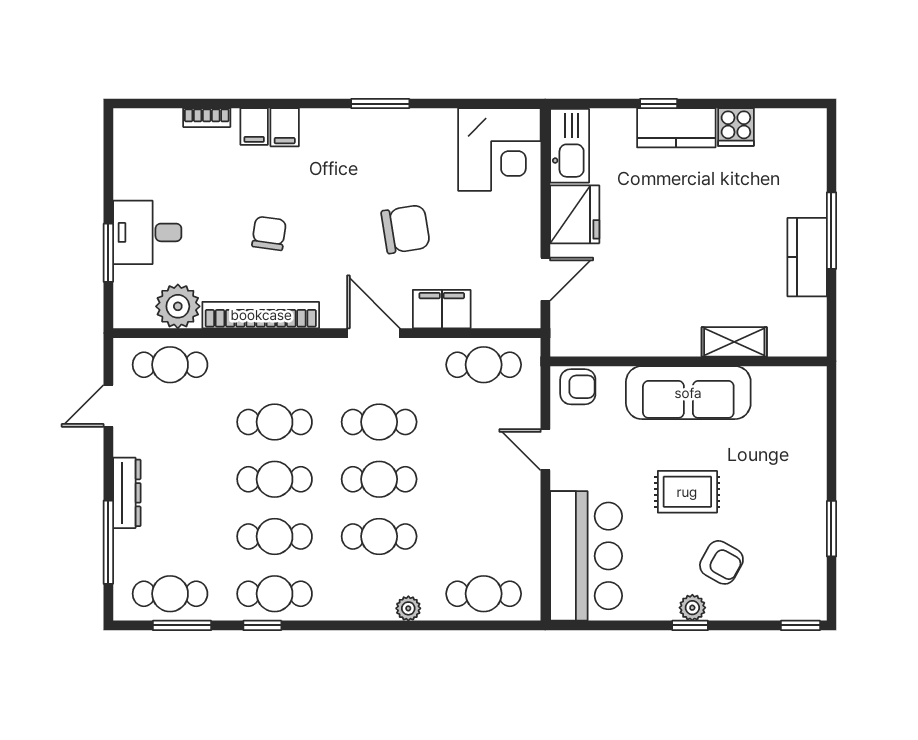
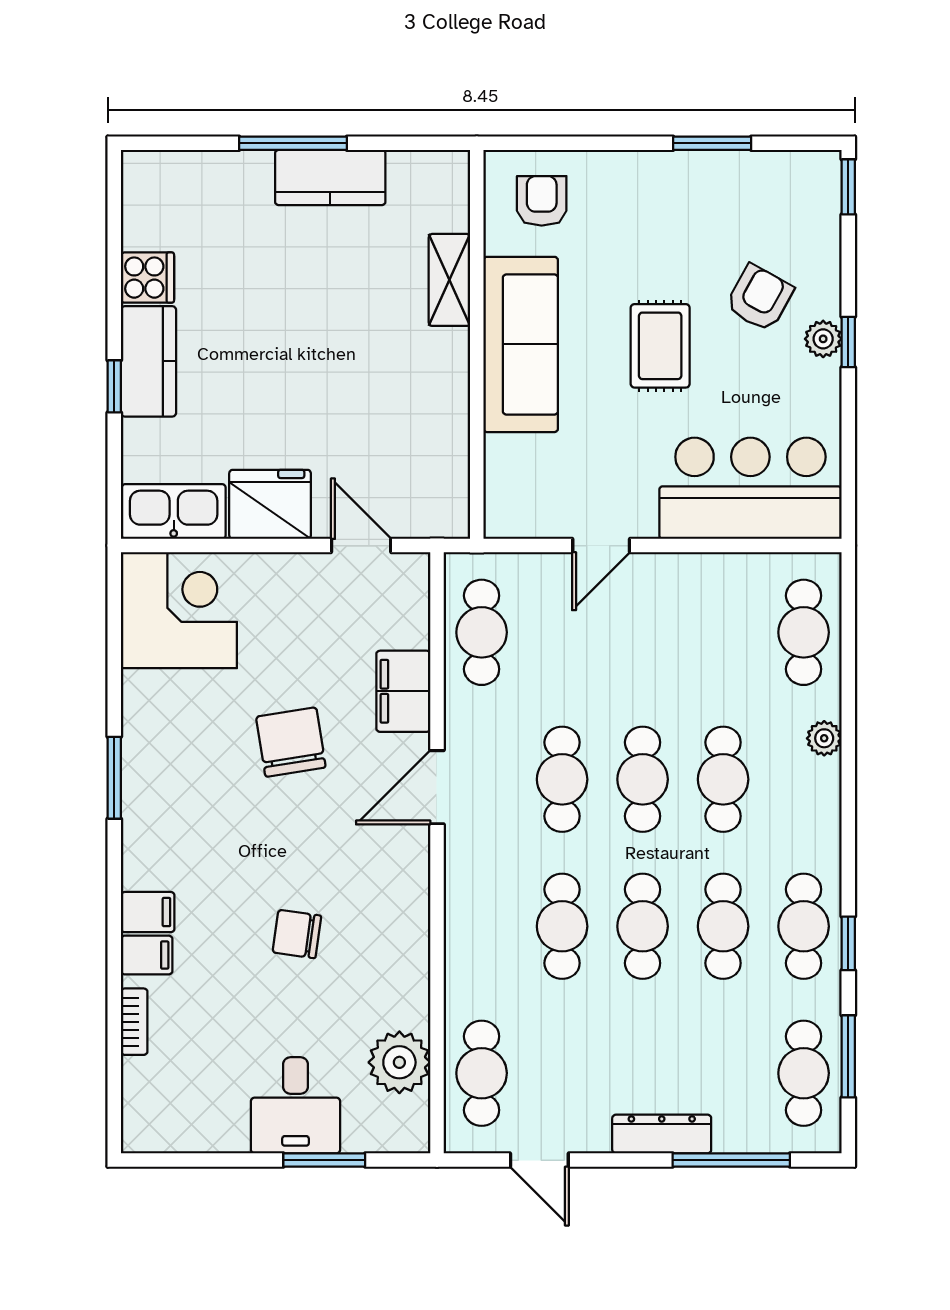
bookcase: (261, 315) -> (412, 946), removed
armchair: (578, 387) -> (542, 201), moved

